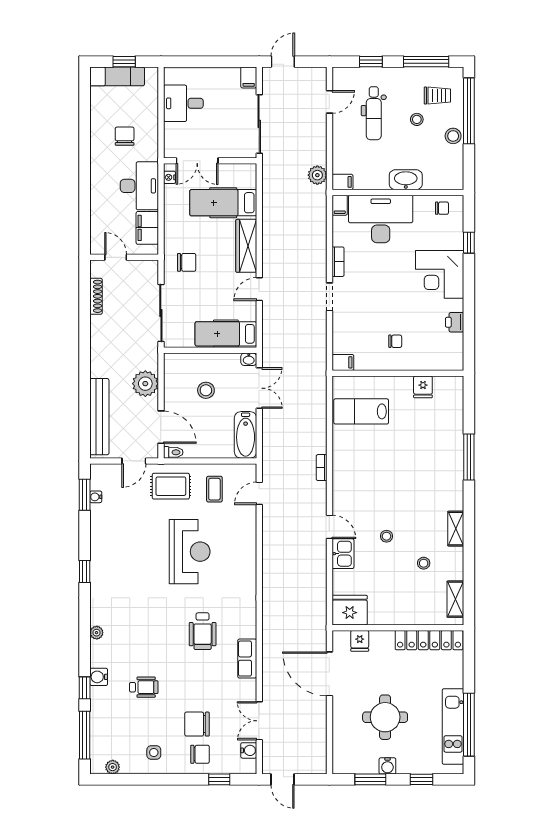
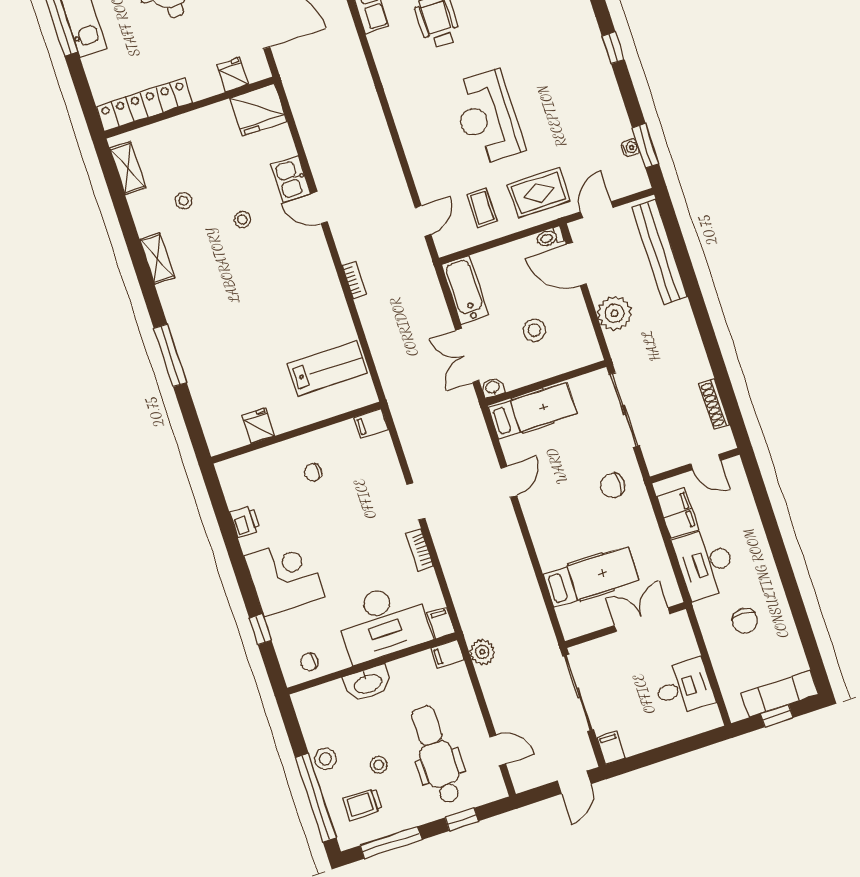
door: (329, 102) -> (498, 750), swing flipped
dental chair: (374, 113) -> (436, 755), width x1.36, depth x1.38
nightstand: (169, 177) -> (670, 587), removed
wardrobe: (246, 246) -> (543, 532), removed

